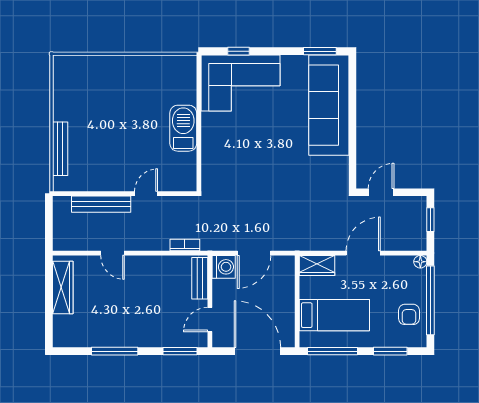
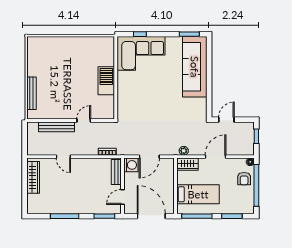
plant: (311, 243) -> (184, 151), added
armchair: (409, 314) -> (244, 179), moved

